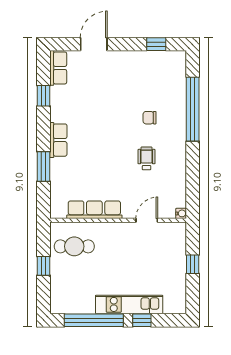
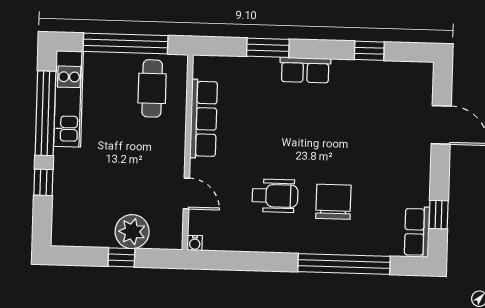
row of seats: (58, 68) -> (417, 232), moved, turned 90
chair: (150, 118) -> (333, 202), width x1.87, depth x1.87
wheelchair: (147, 158) -> (275, 196), width x1.36, depth x1.37
plant: (174, 257) -> (132, 232), added
window: (44, 266) -> (126, 44), width x3.17
kitchen unit: (129, 304) -> (68, 99), moved

